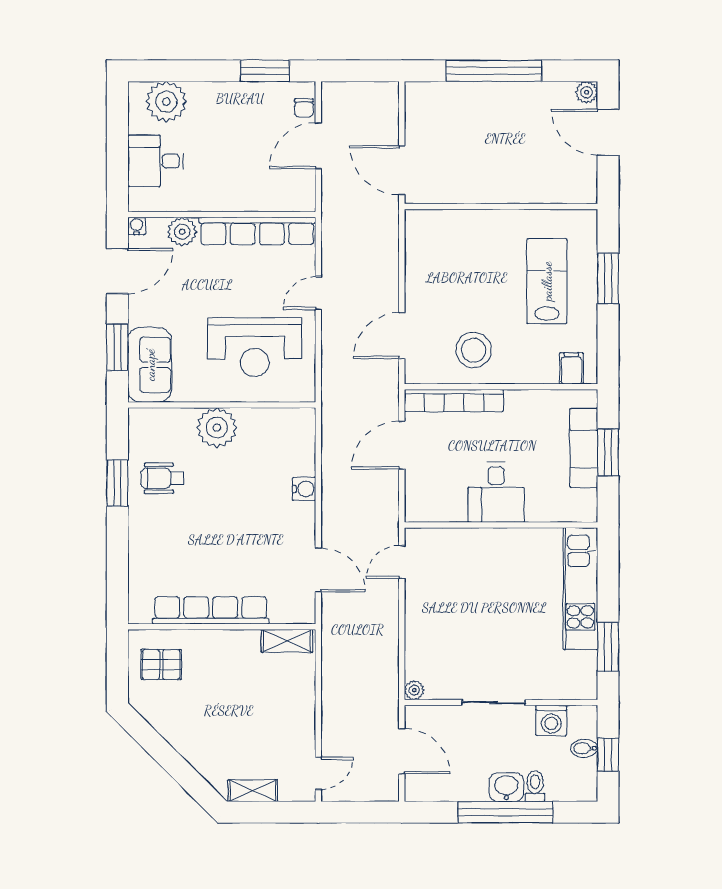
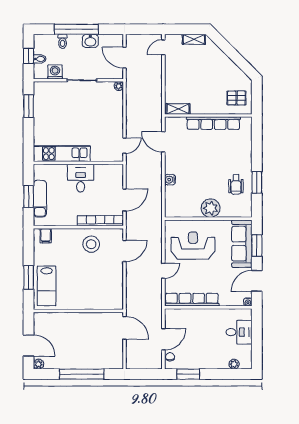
plant: (166, 102) -> (234, 364), width x0.53, depth x0.53
plant: (182, 232) -> (227, 299), removed
lab bench: (547, 281) -> (47, 286), moved
sofa: (150, 365) -> (242, 244), width x1.36
wheelchair: (162, 478) -> (236, 185), turned 90
kitchen unit: (580, 589) -> (62, 154), moved, turned -90
washbasin: (506, 787) -> (90, 41), moved

